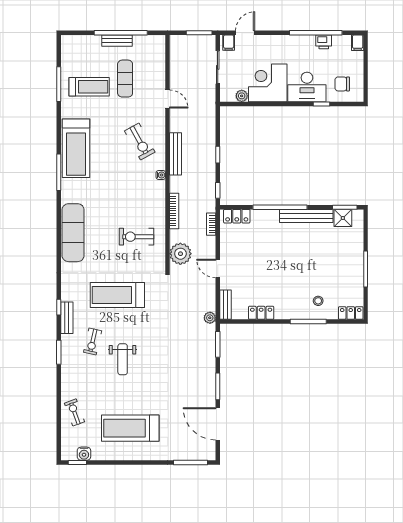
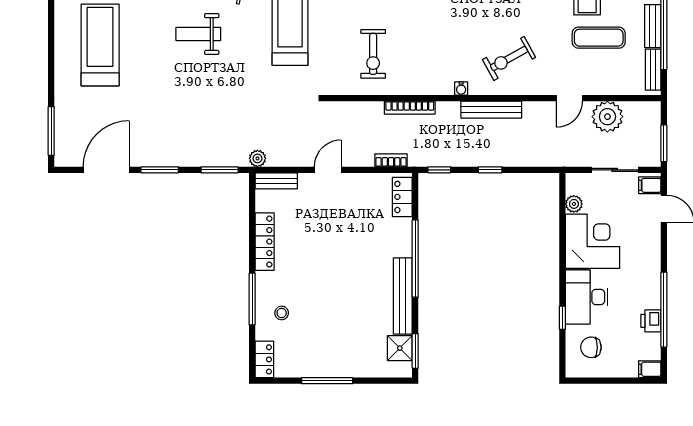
bench: (147, 40) -> (653, 70), added
chair: (342, 84) -> (591, 347), turned -90
exercise bike: (136, 237) -> (373, 54), turned 180
plant: (180, 254) -> (607, 117), moved
locker: (261, 313) -> (265, 242), width x1.53

